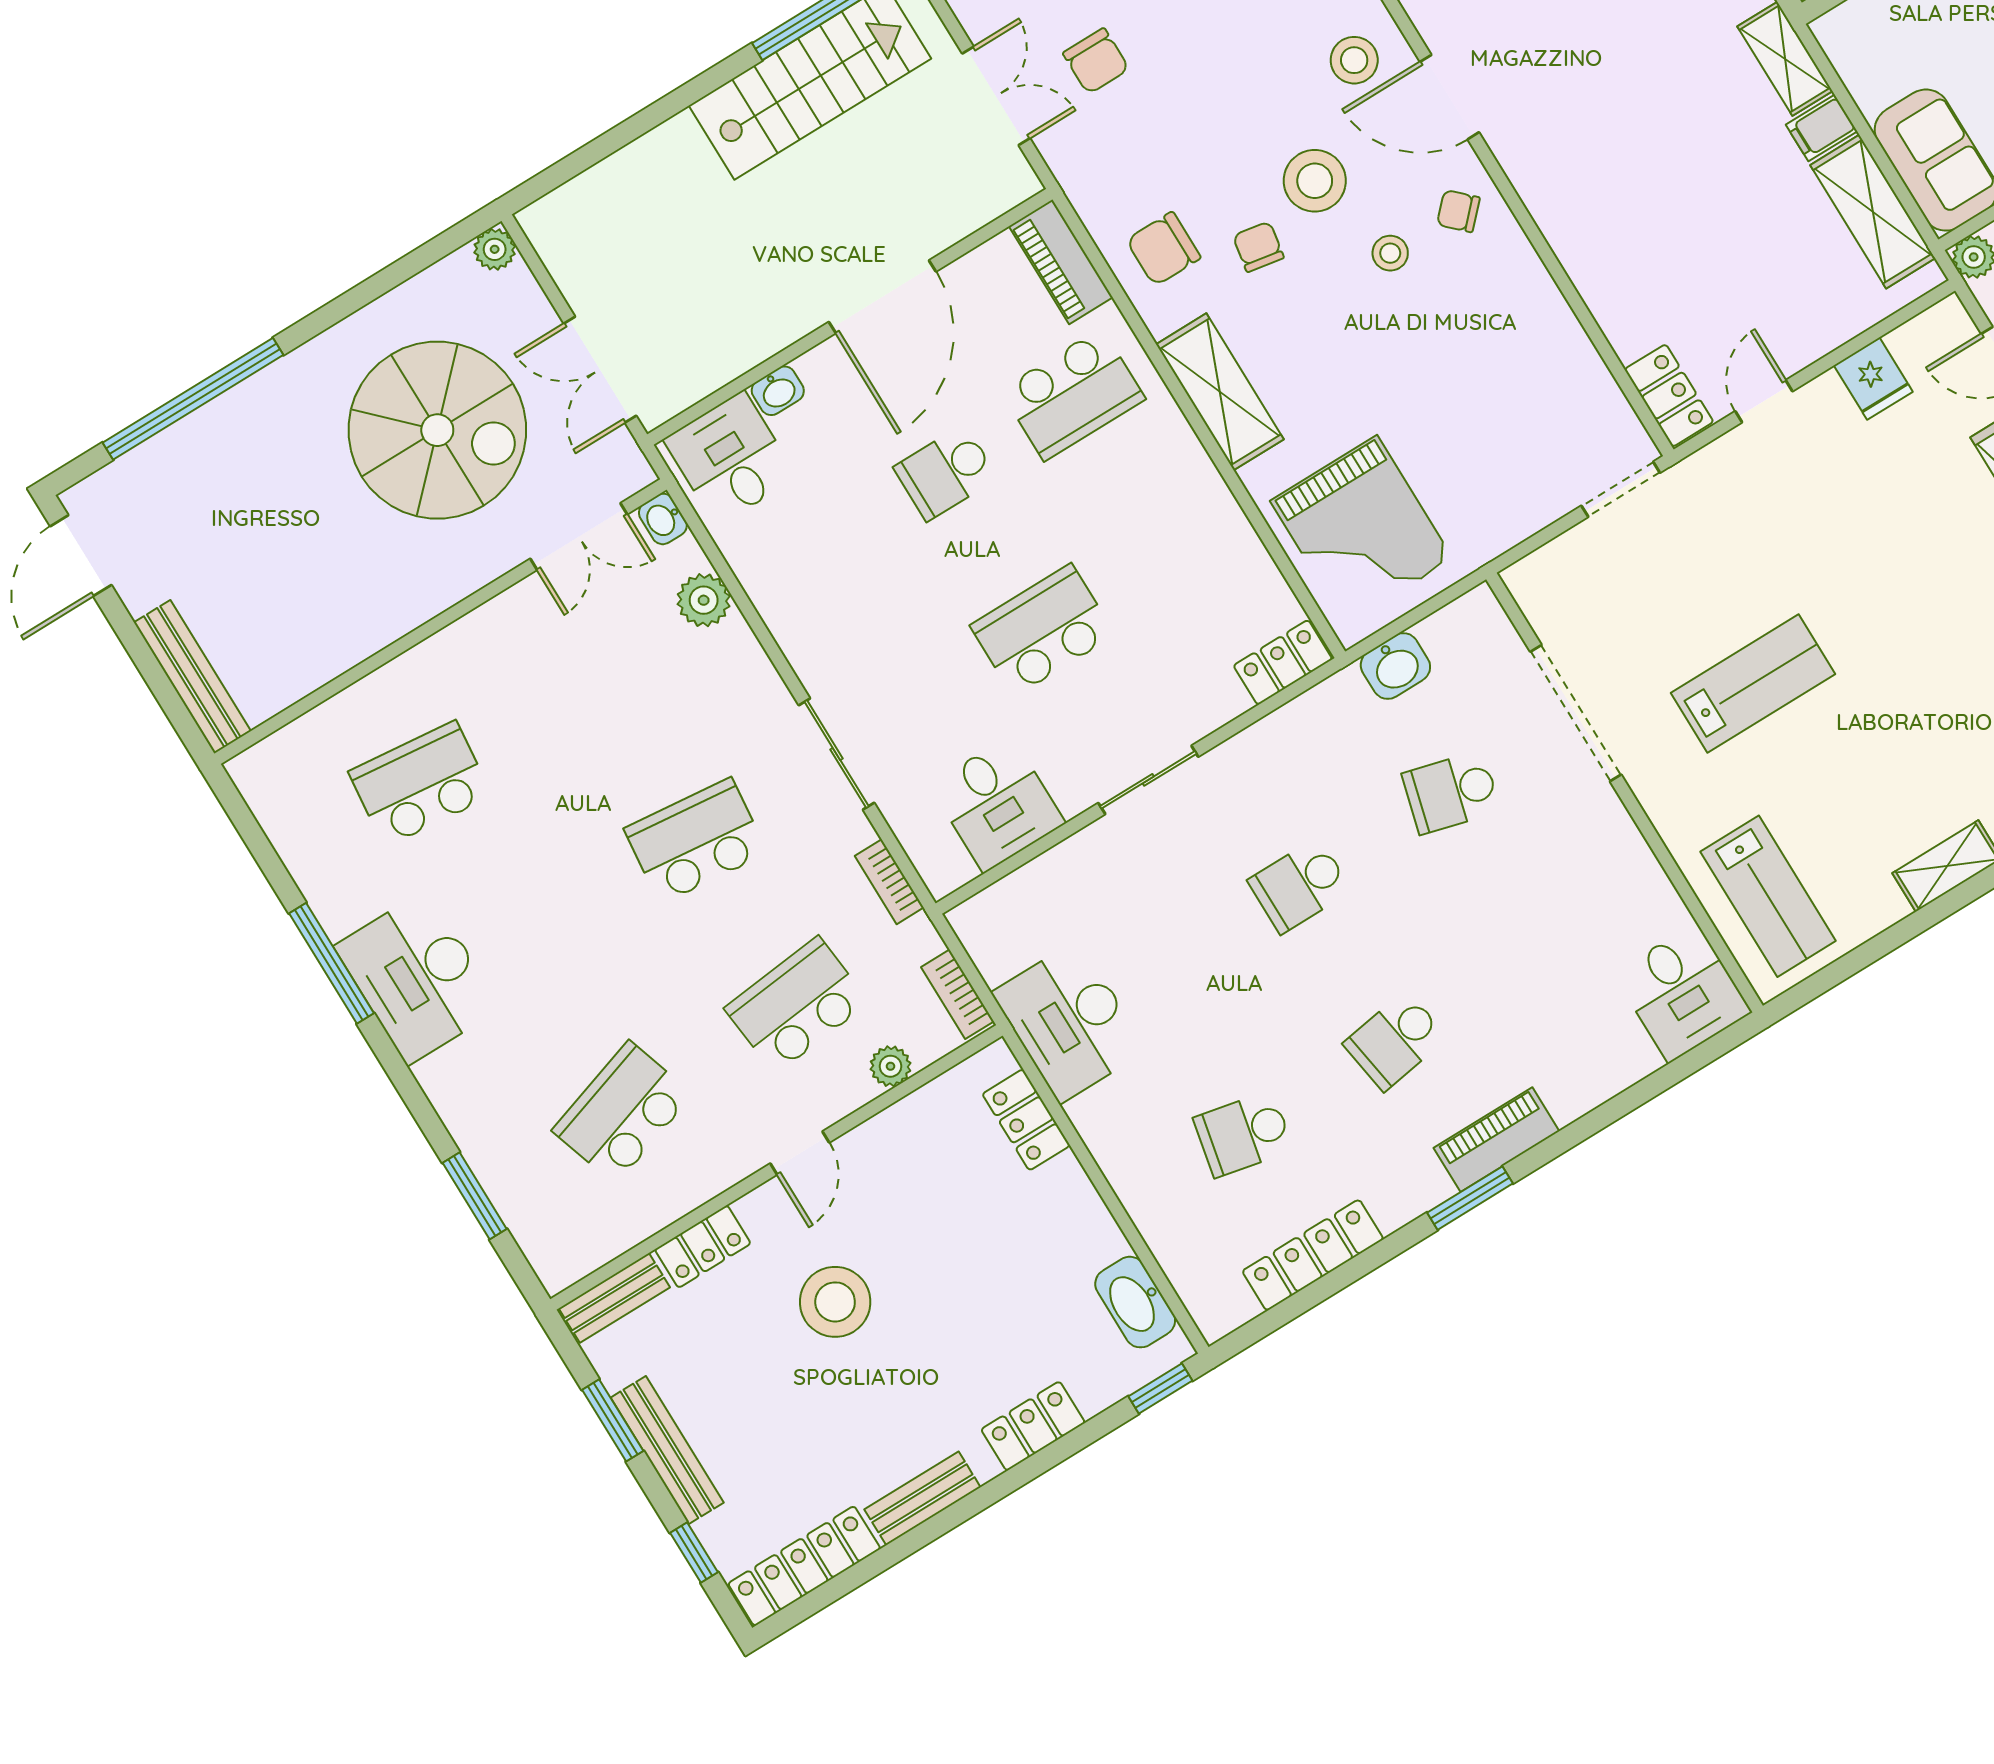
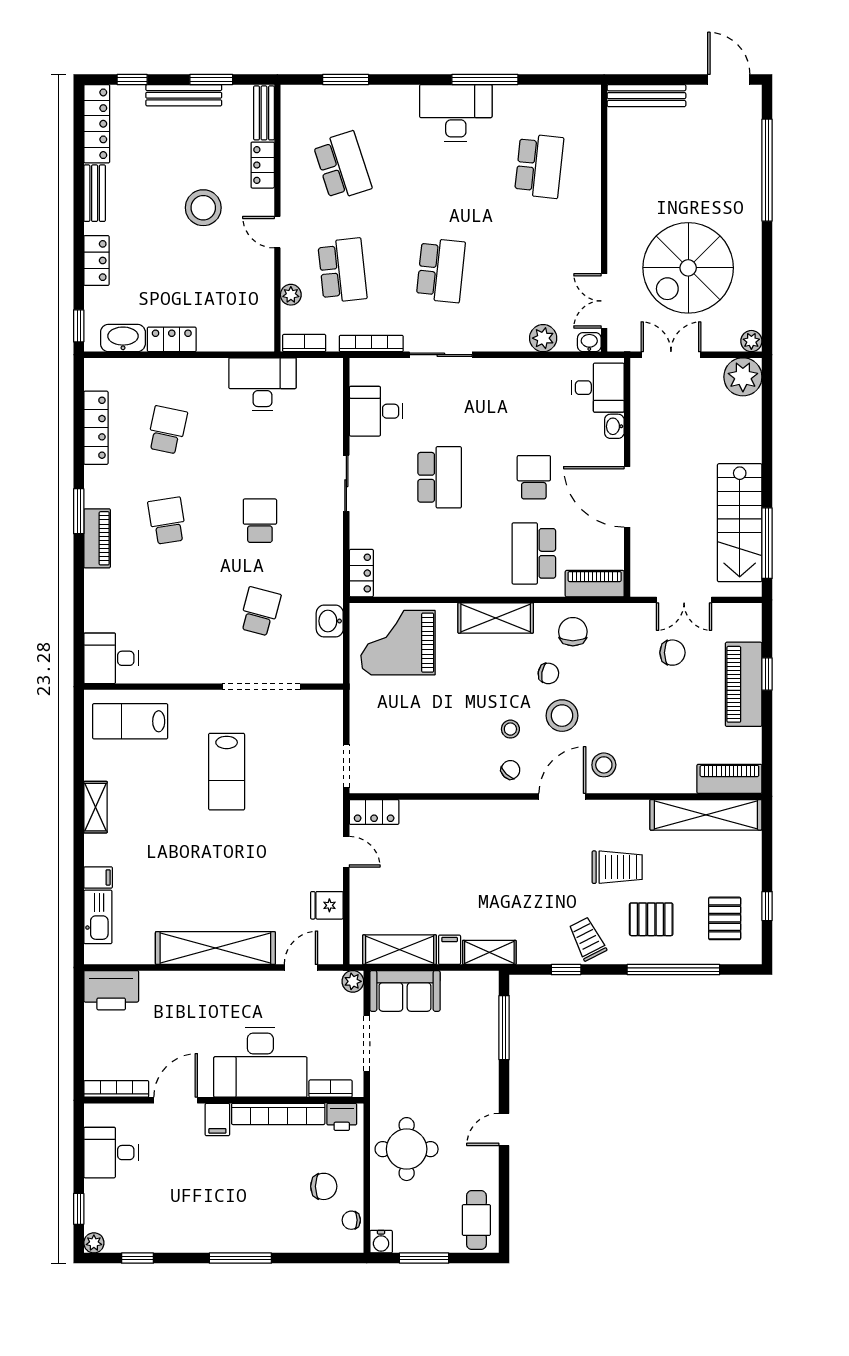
chair: (1096, 61) -> (672, 653), turned 180
plant: (563, 227) -> (743, 377), added
bookcase: (889, 882) -> (371, 343), width x1.56
locker: (1026, 1120) -> (172, 339), moved

